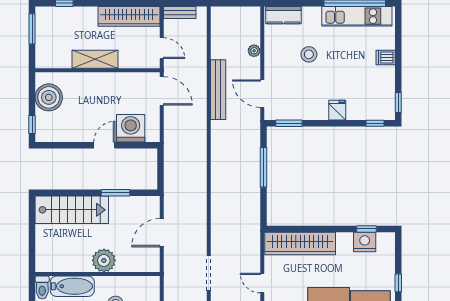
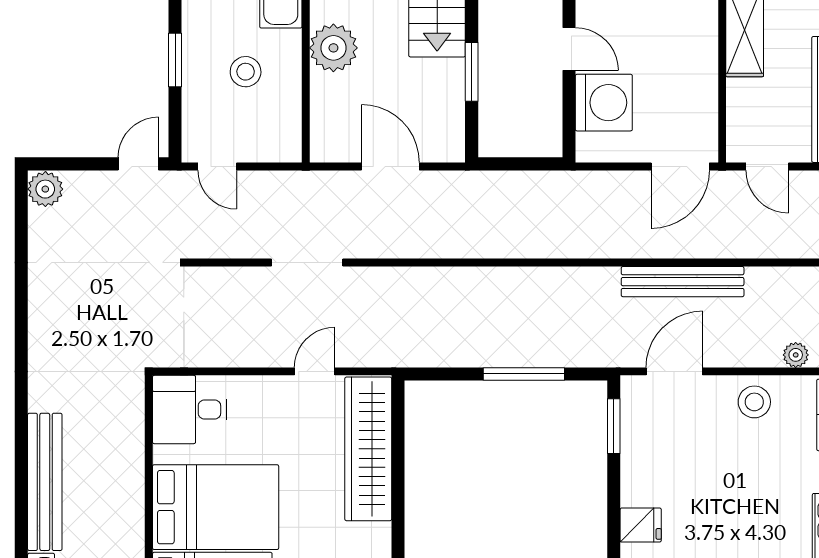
door: (162, 48) -> (767, 166), hinge flipped
plant: (254, 51) -> (796, 355), moved
stool: (309, 54) -> (754, 402), moved
door: (262, 283) -> (315, 371), moved

